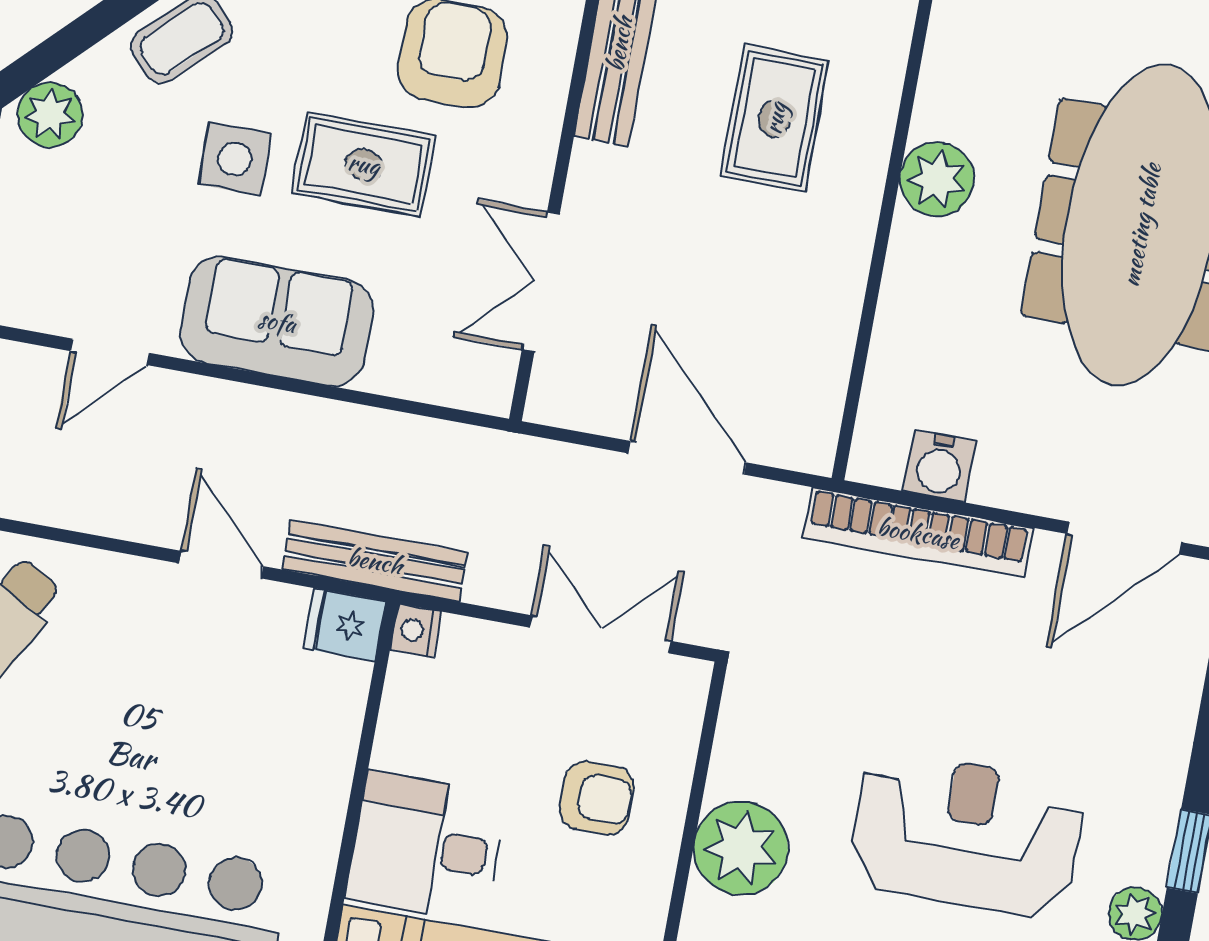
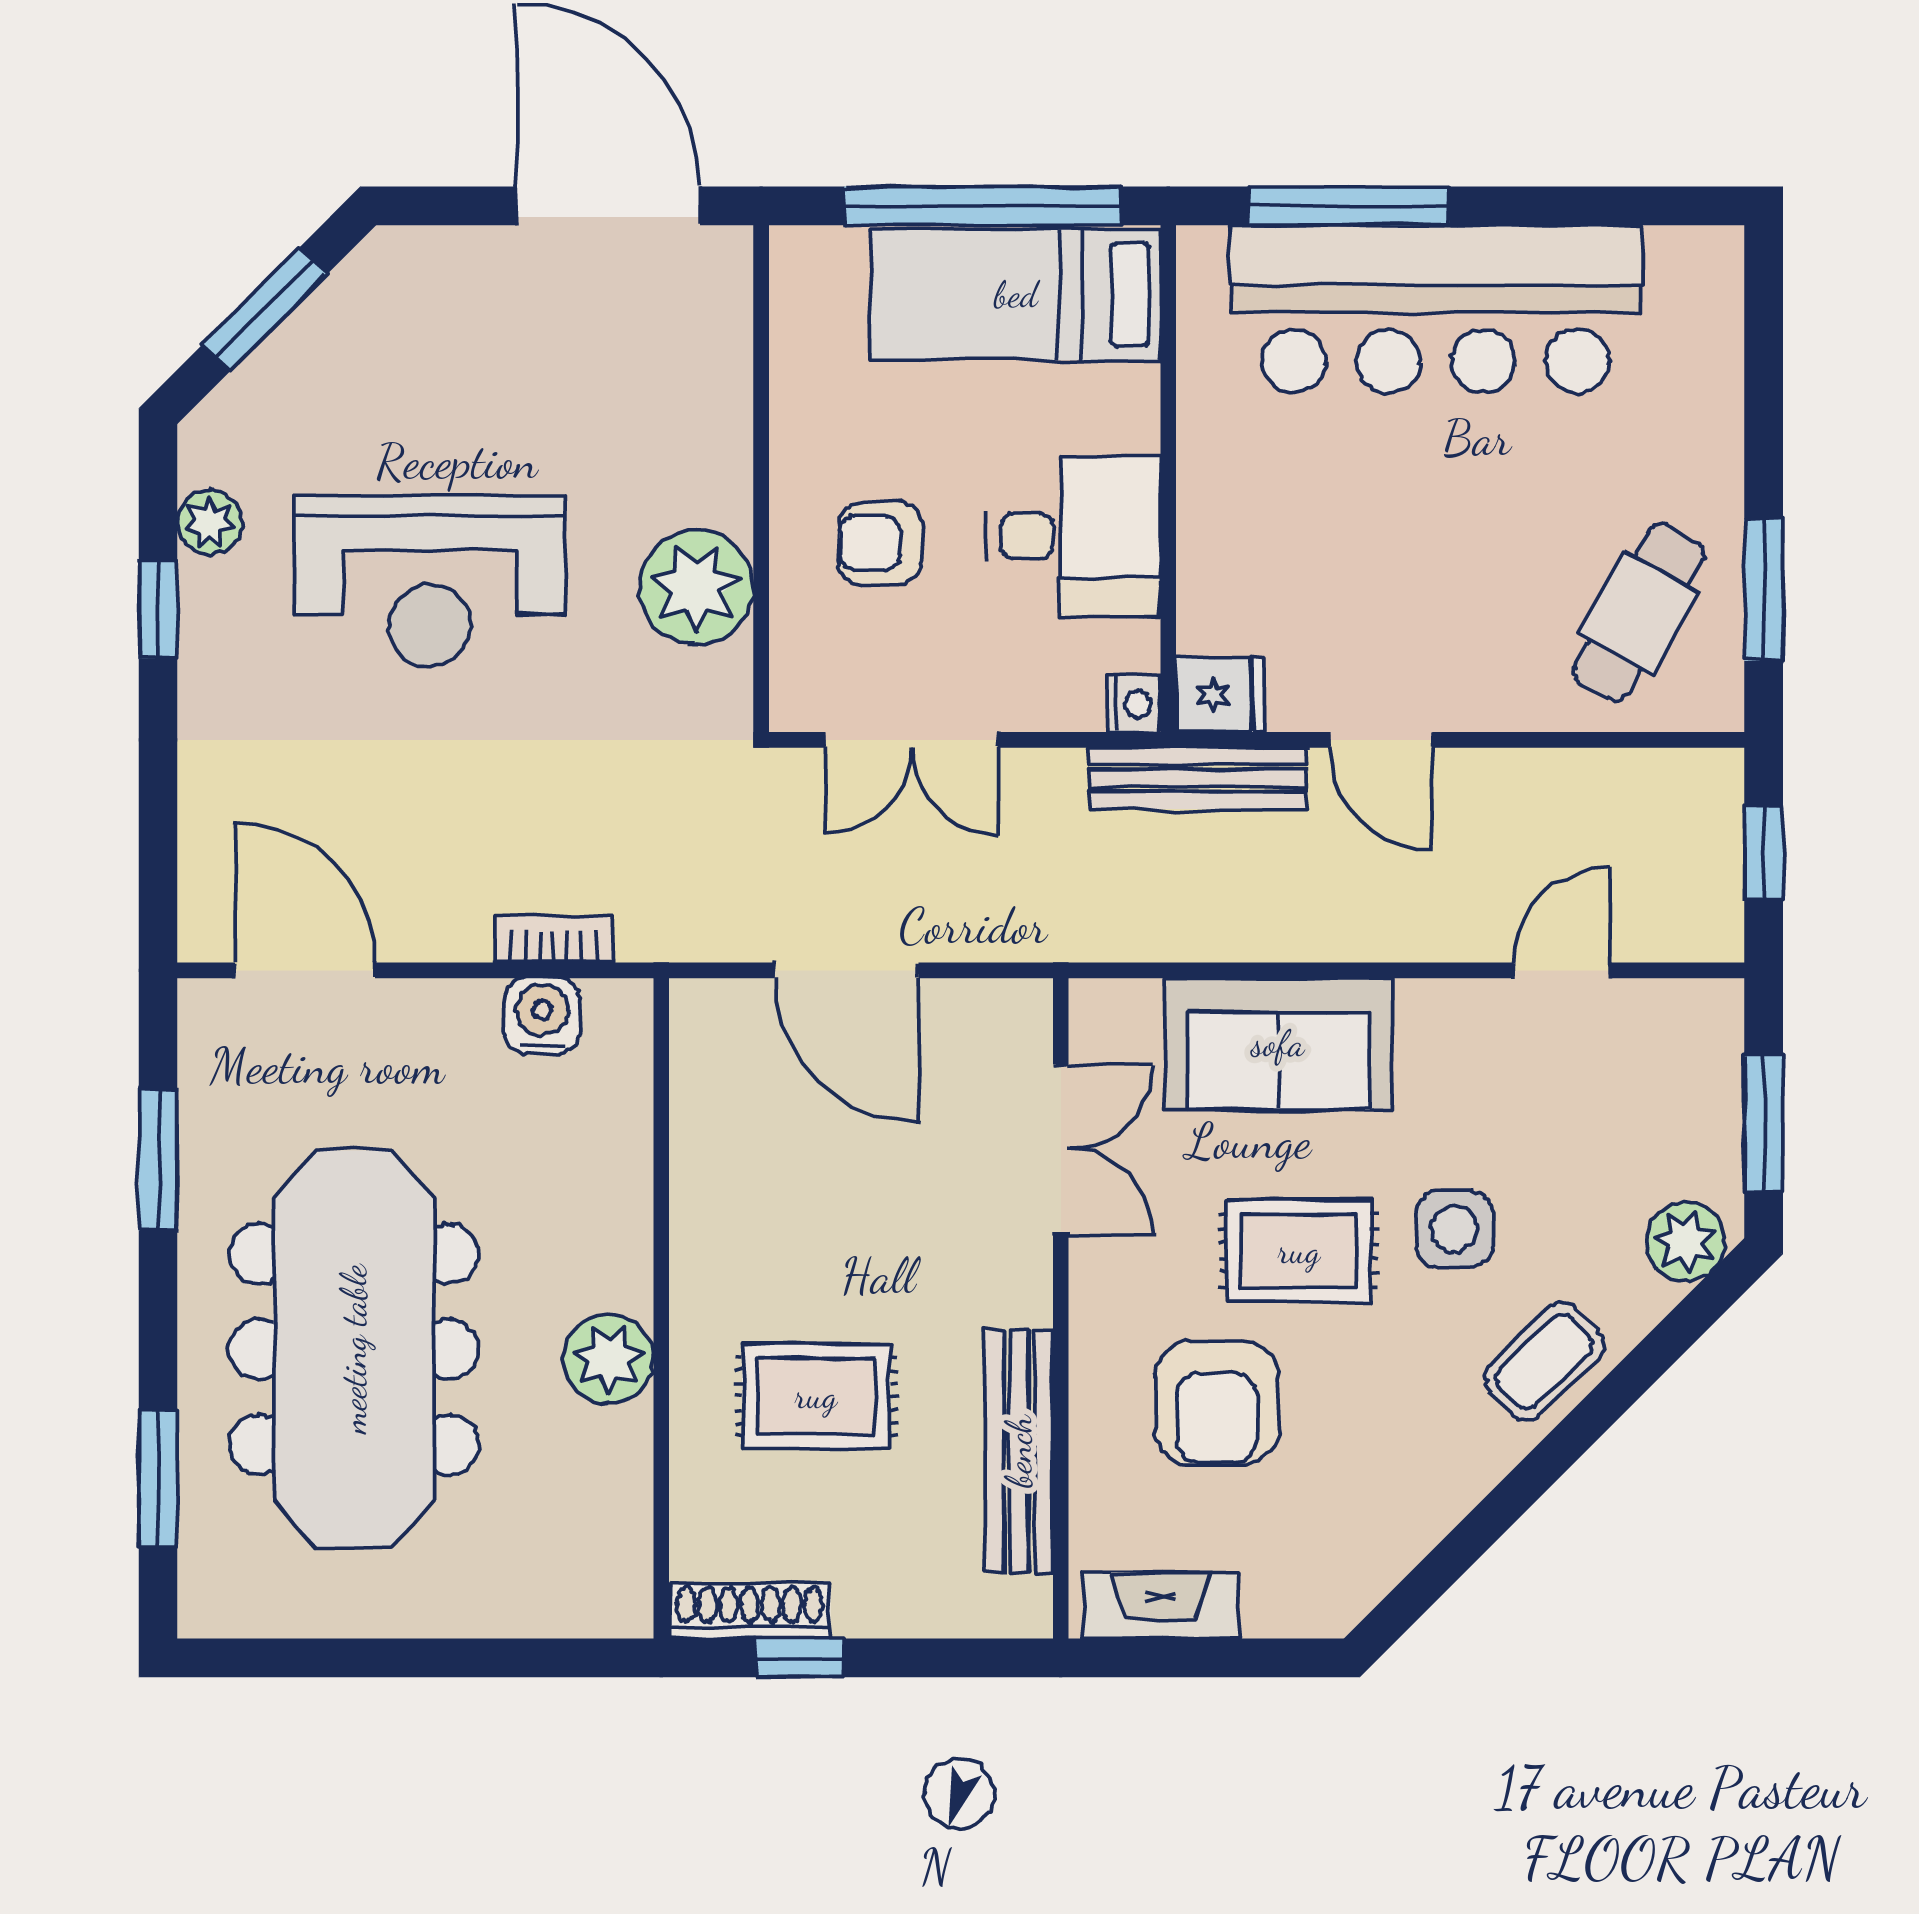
rug: (775, 118) -> (816, 1396), turned 90
sofa: (277, 321) -> (1278, 1044), moved
bookcase: (918, 533) -> (554, 939), width x0.43, depth x0.76
door: (1124, 538) -> (305, 970), hinge flipped
desk: (426, 847) -> (1074, 536), moved
plant: (741, 848) -> (696, 588), moved

